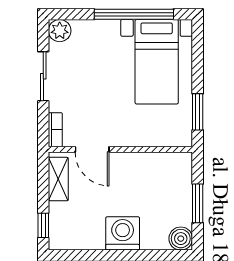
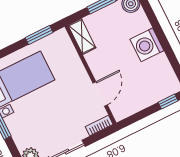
shelving: (58, 179) -> (82, 36), moved, turned 90

